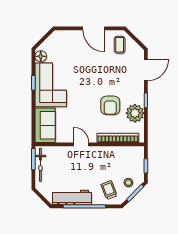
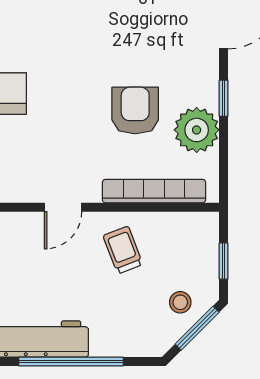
armchair: (110, 105) -> (135, 110), turned 180
door: (81, 144) -> (63, 207), swing flipped
trolley: (109, 190) -> (123, 250), moved

